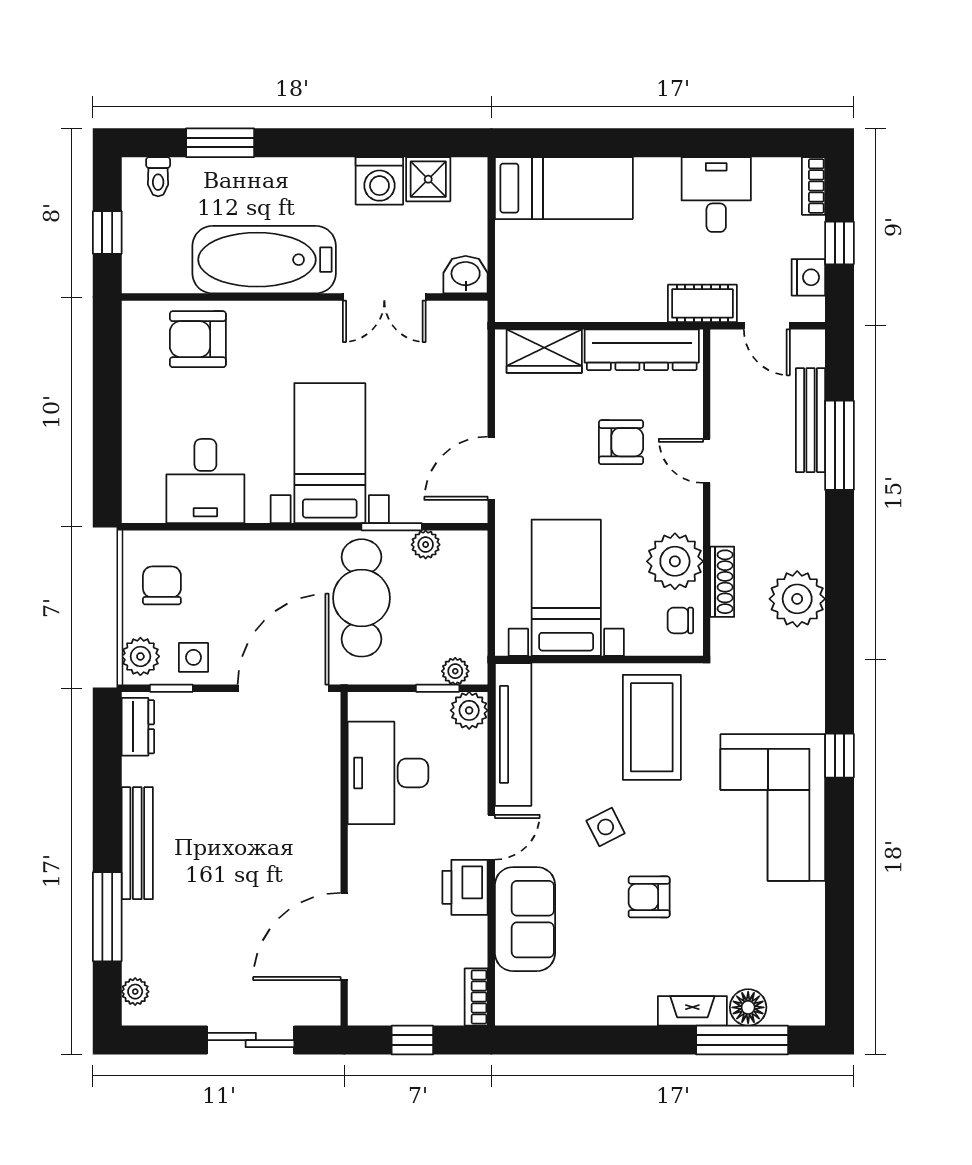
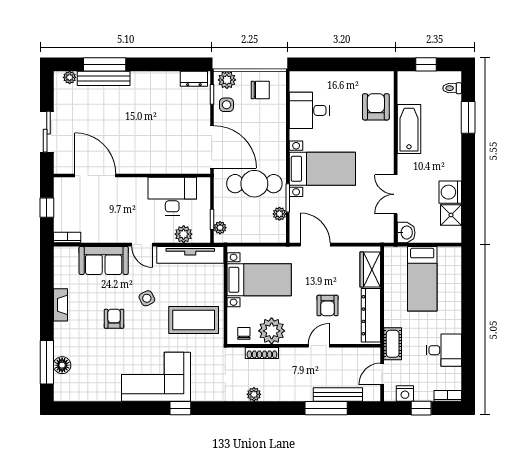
bed: (564, 188) -> (422, 279), moved
bathtub: (264, 260) -> (409, 129), width x0.73, depth x0.73
plant: (797, 599) -> (254, 394), width x0.53, depth x0.53
plant: (469, 710) -> (184, 234), moved
bench: (137, 843) -> (104, 78), moved
printer: (465, 887) -> (119, 232), removed
fireplace: (692, 1011) -> (61, 305), moved

